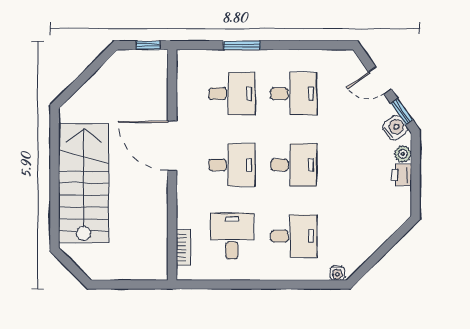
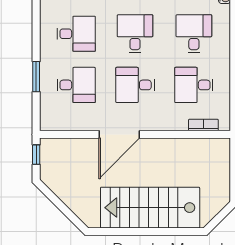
desk: (232, 94) -> (76, 85), turned 90
desk: (294, 94) -> (76, 34), turned 90
desk: (232, 165) -> (135, 85), turned -90

